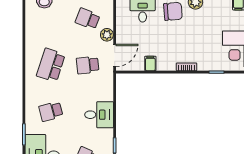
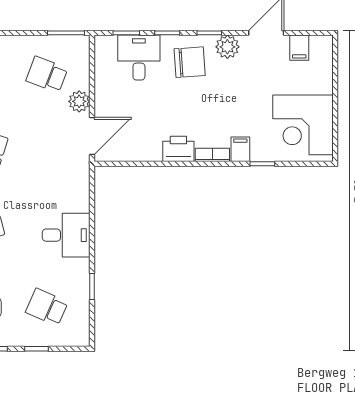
filing cabinet: (150, 63) -> (240, 149), moved
printer: (166, 63) -> (178, 149), added
school desk: (88, 65) -> (47, 152), removed

